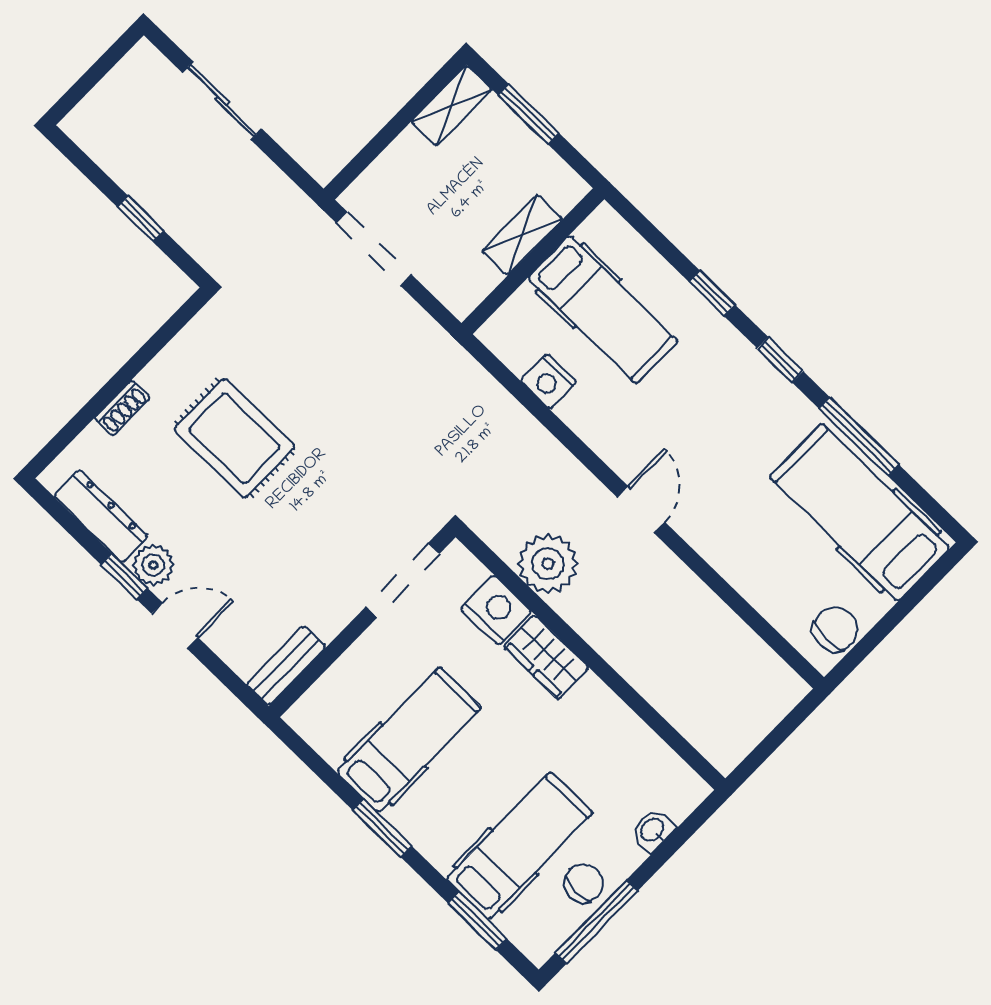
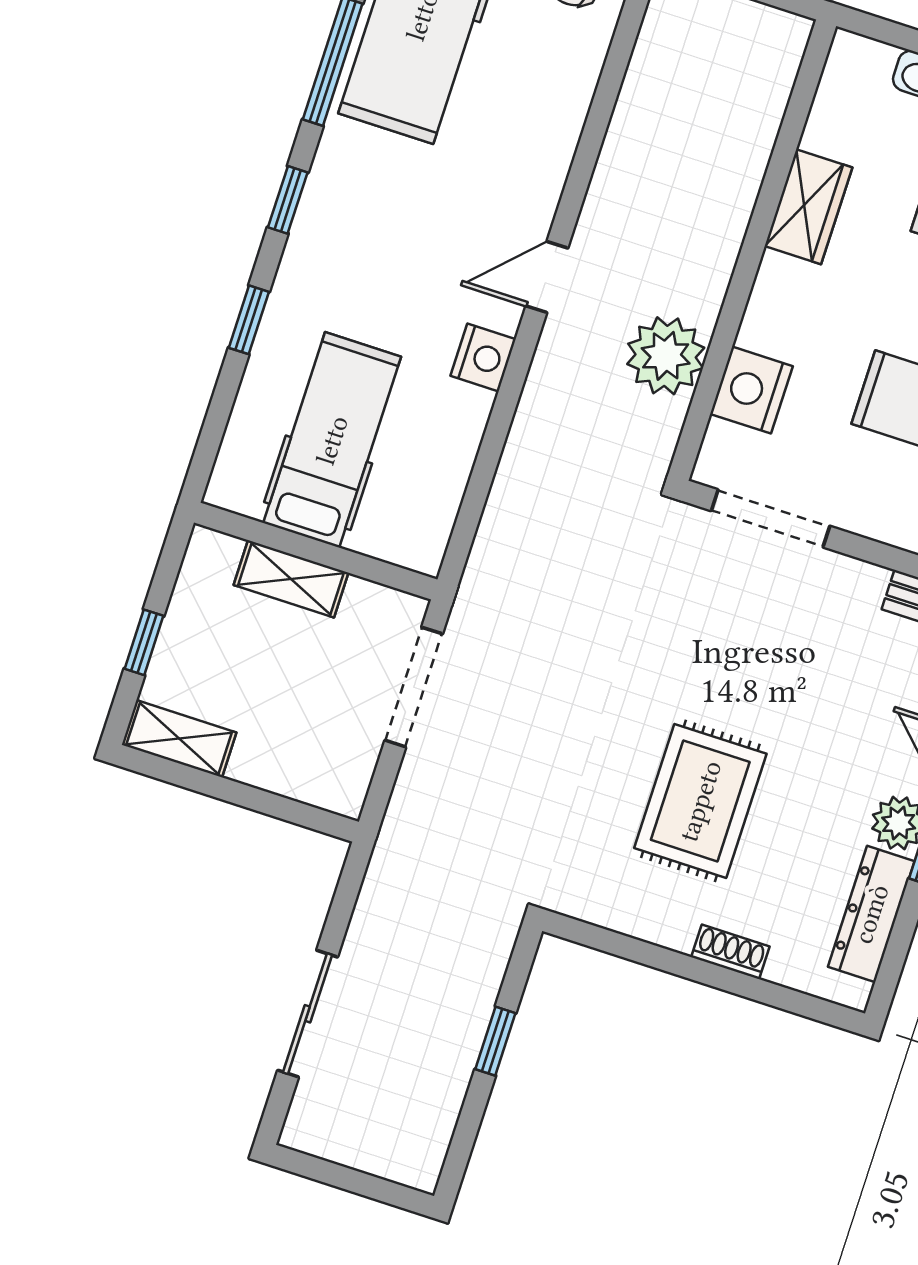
window: (528, 114) -> (144, 642), width x0.67
doorway: (374, 249) -> (414, 687), moved
nightstand: (549, 381) -> (483, 357), moved
wardrobe: (546, 657) -> (809, 207), moved

